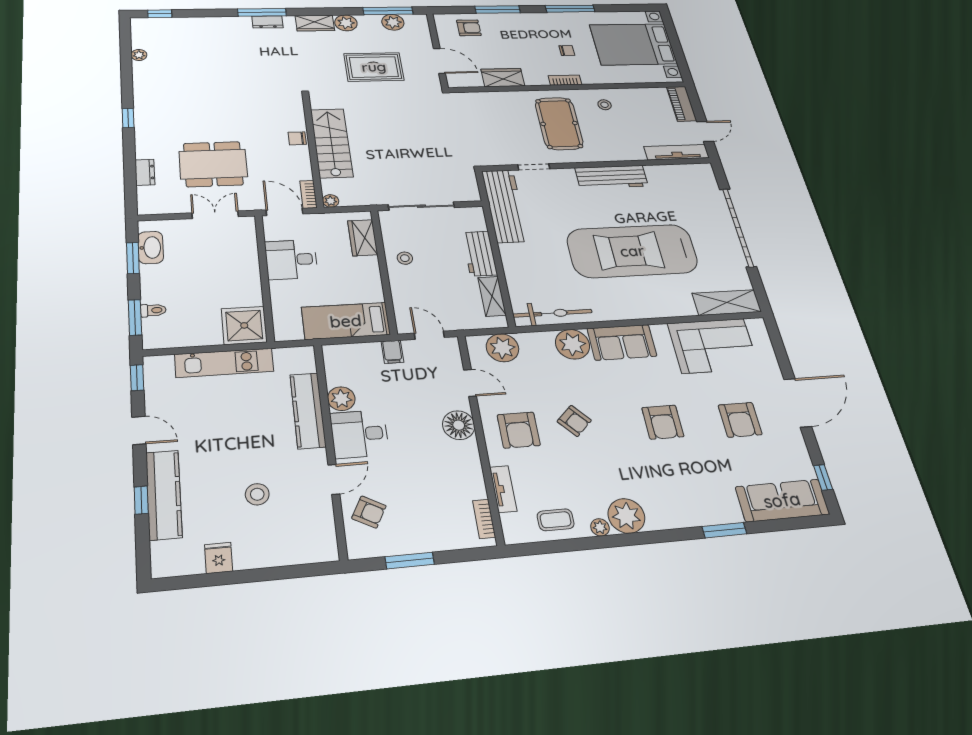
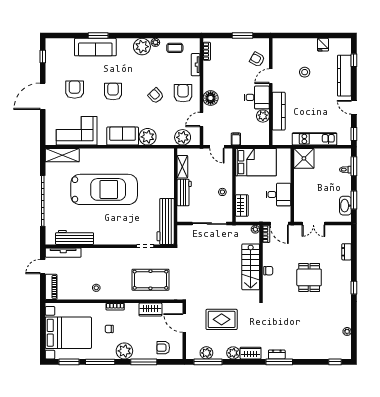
window: (621, 8) -> (69, 362), added
plant: (534, 23) -> (124, 351), added
pool table: (559, 123) -> (150, 280), moved, turned 90
dining table: (213, 164) -> (309, 277), moved, width x0.73
workbench: (612, 177) -> (75, 237), moved
bicycle: (553, 313) -> (154, 155), removed
bed: (346, 321) -> (256, 162), width x1.50
door: (470, 383) -> (202, 119), hinge flipped
window: (141, 500) -> (354, 60), moved
sofa: (782, 500) -> (95, 47), moved

